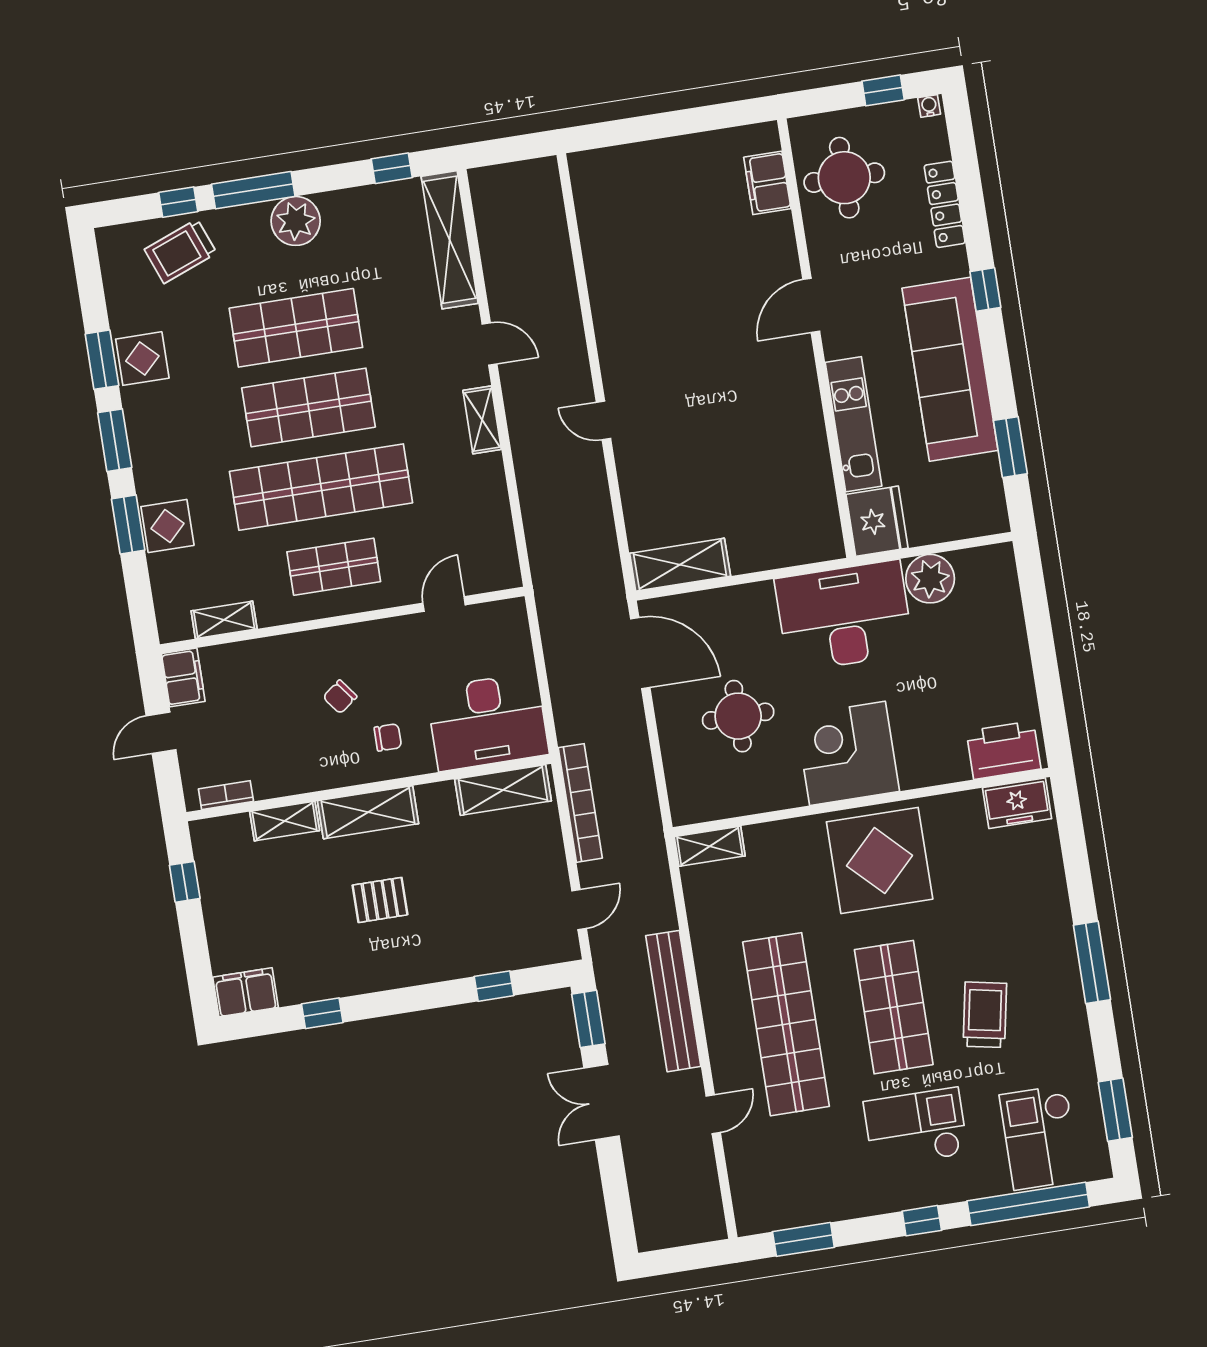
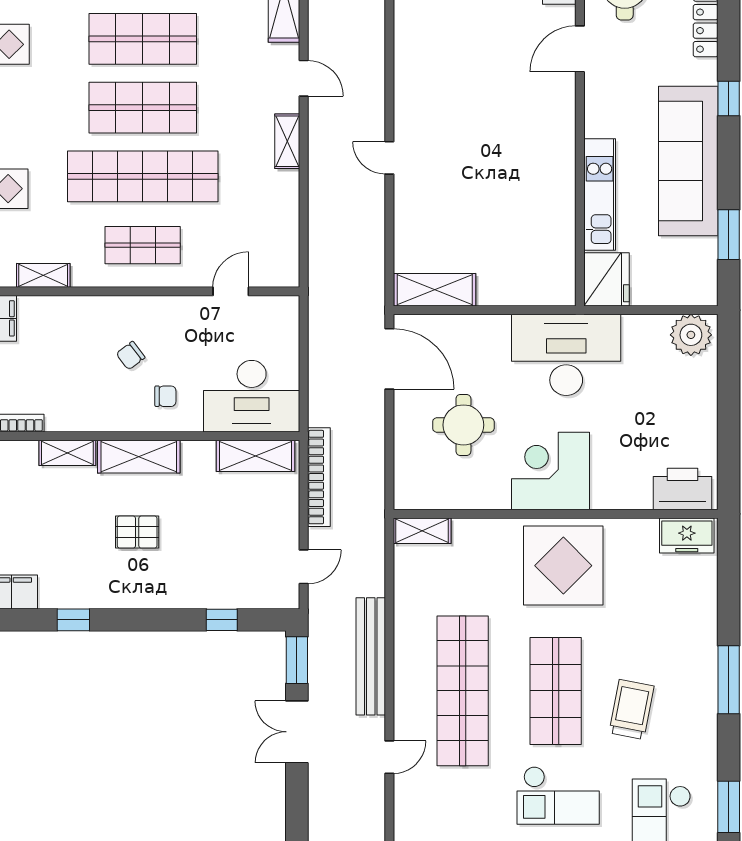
door: (811, 305) -> (580, 49), moved
plant: (930, 579) -> (691, 335), moved
checkout: (916, 1128) -> (558, 795), turned 180

